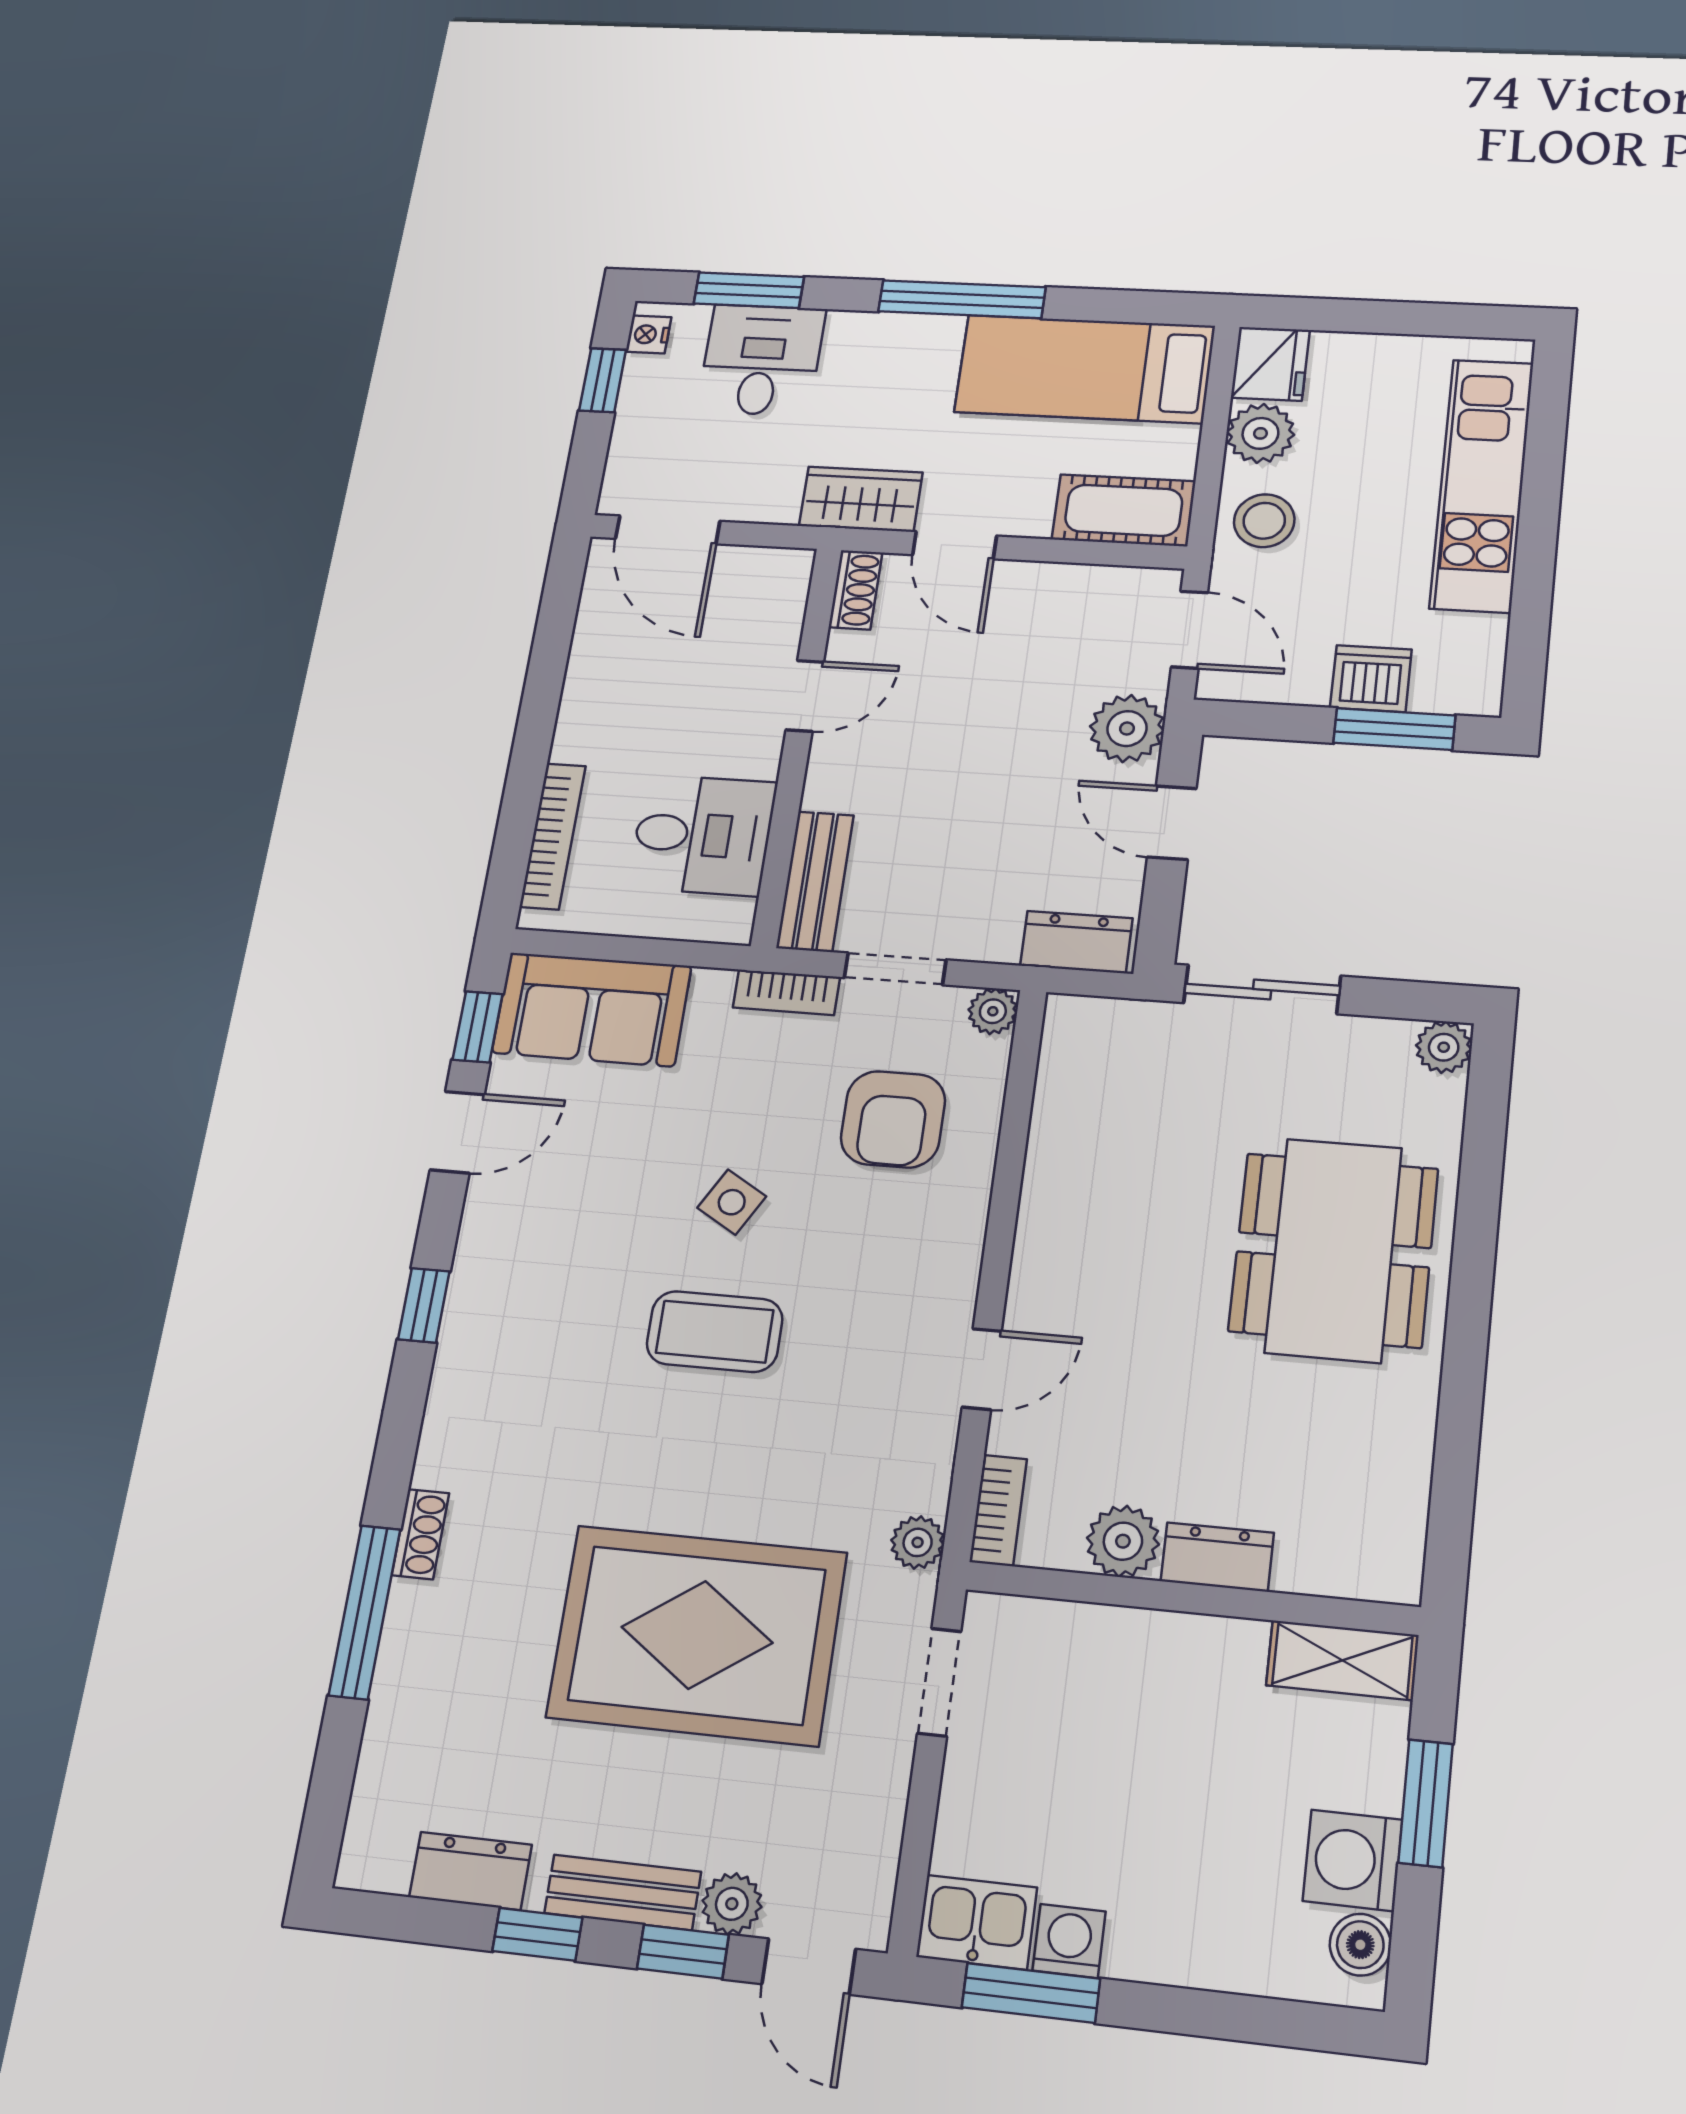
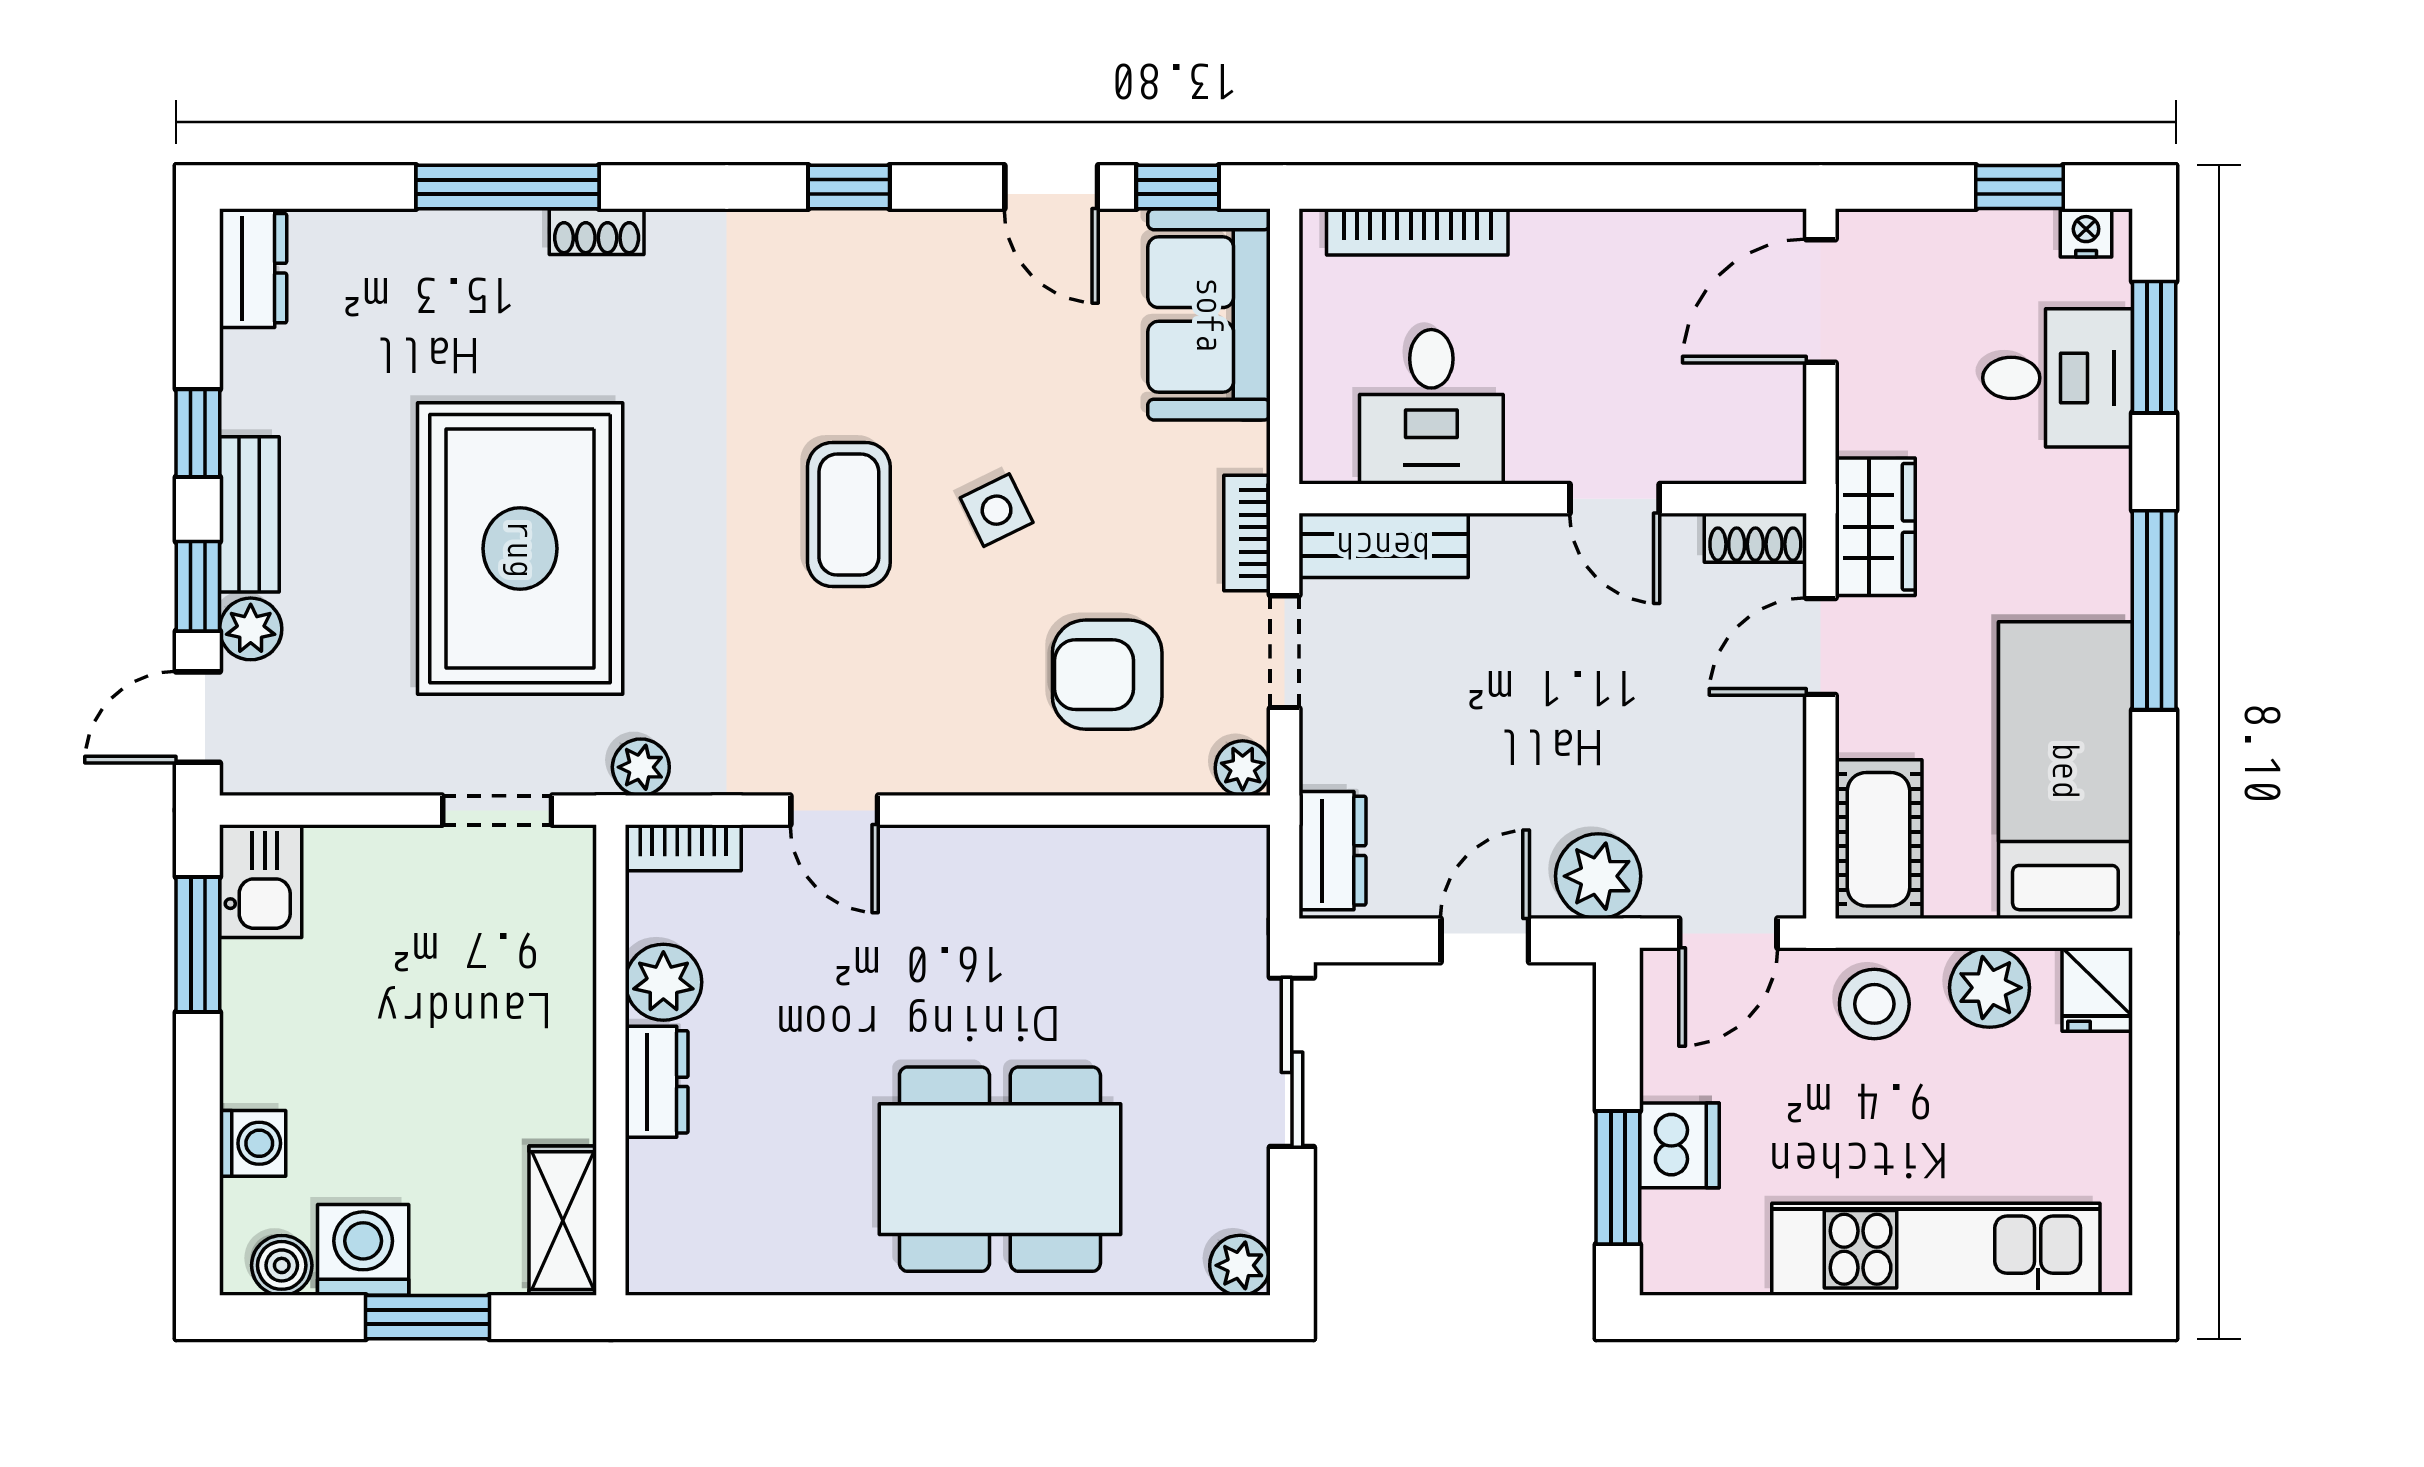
fridge: (1270, 364) -> (2097, 989), width x0.72
side table: (732, 1202) -> (997, 510), turned 34
dresser: (471, 1871) -> (253, 268), moved
washing machine: (1069, 1941) -> (253, 1143), moved

